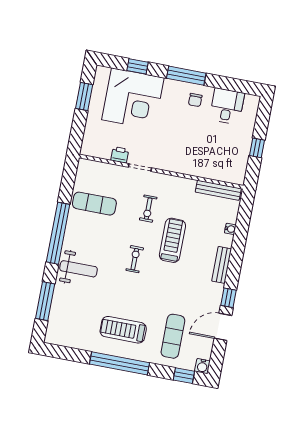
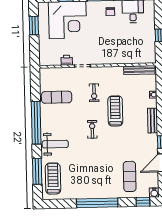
treadmill: (123, 330) -> (53, 179), moved, turned 90

